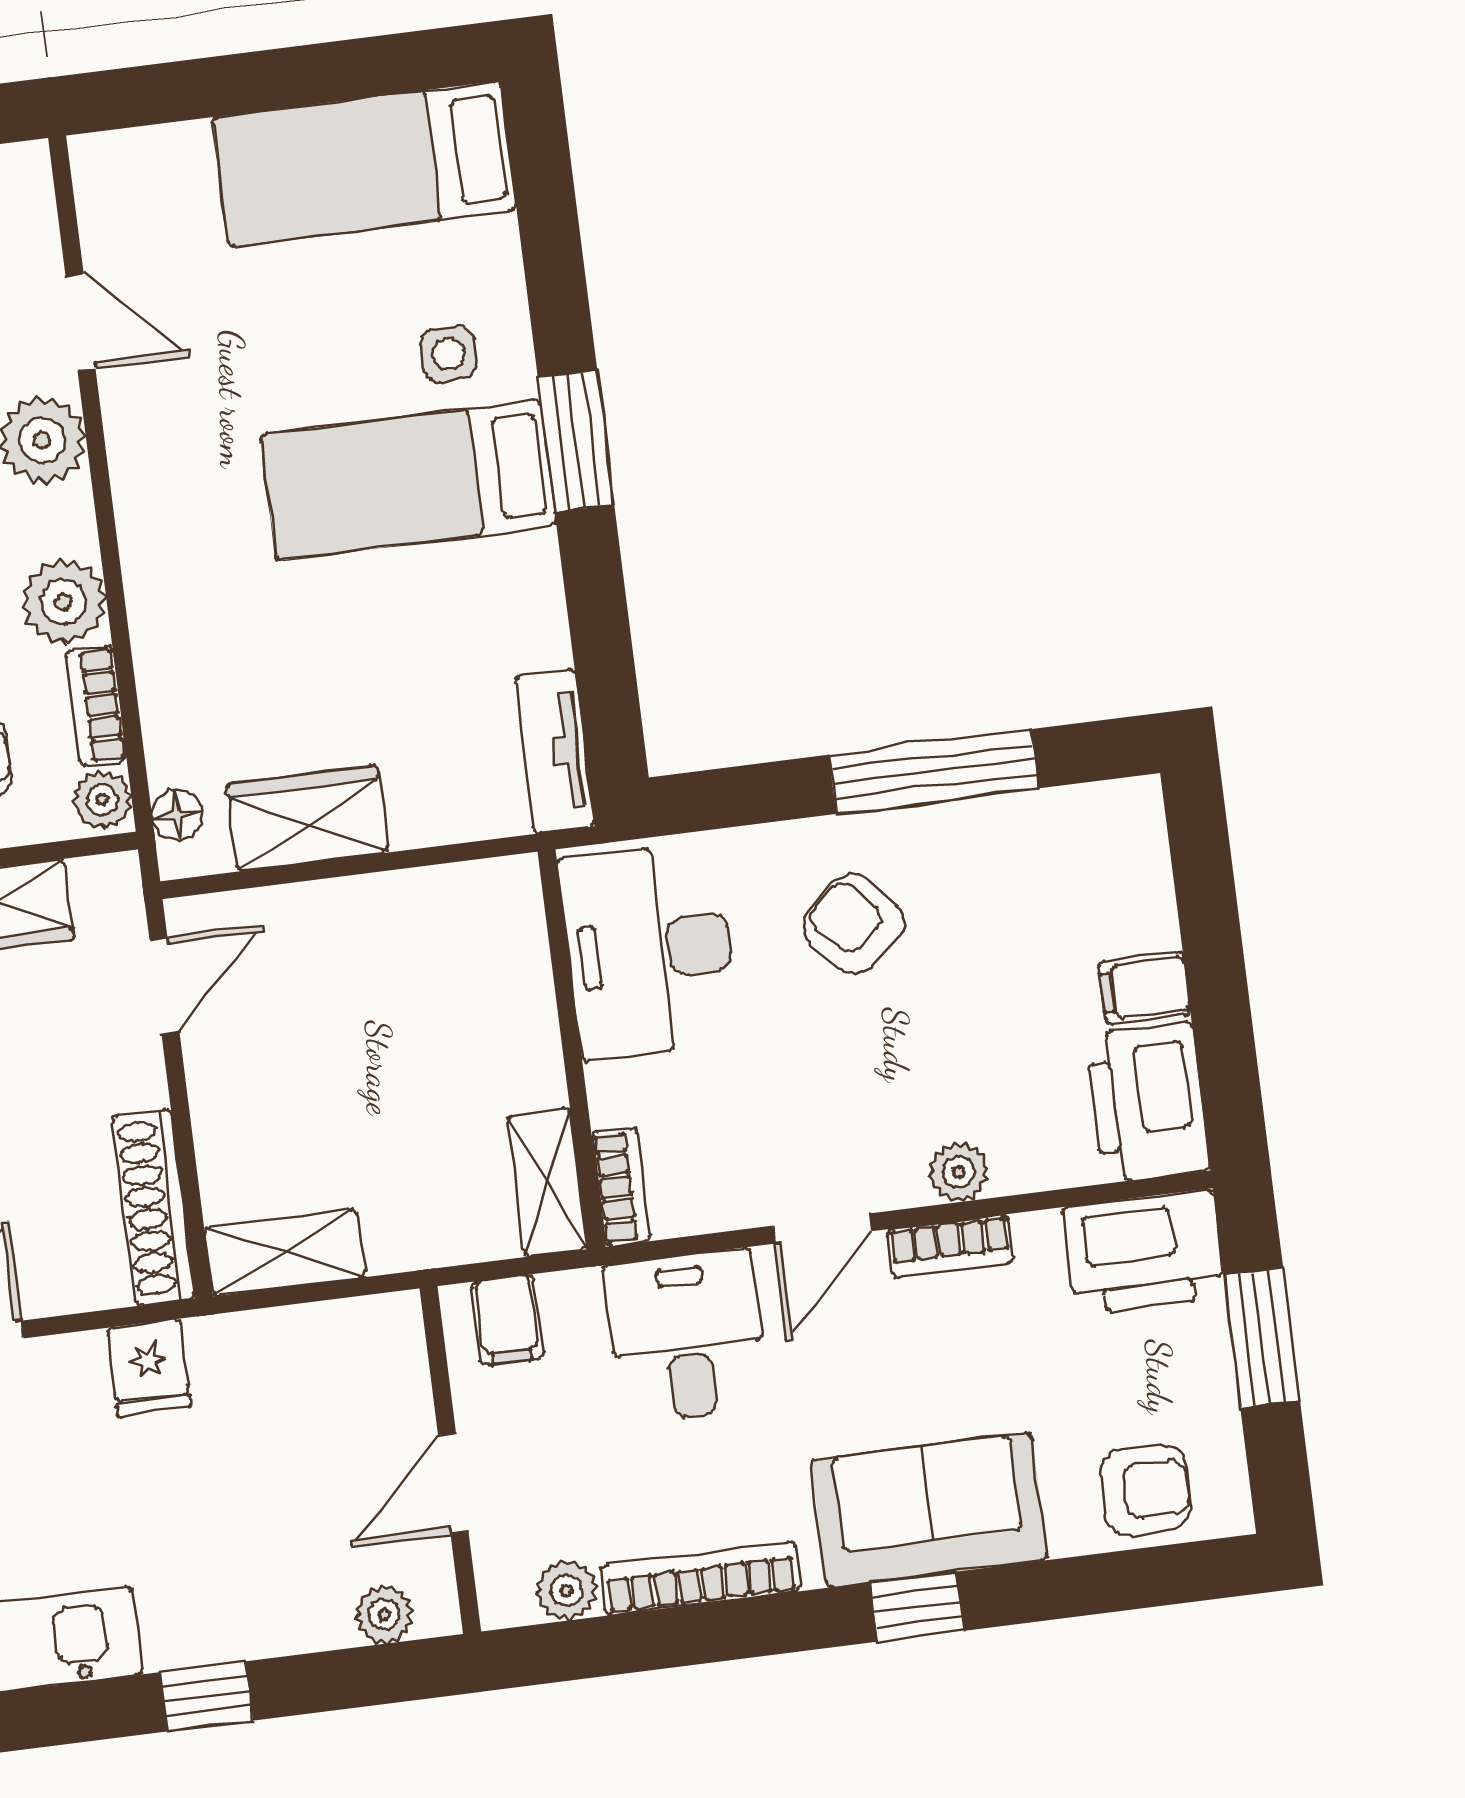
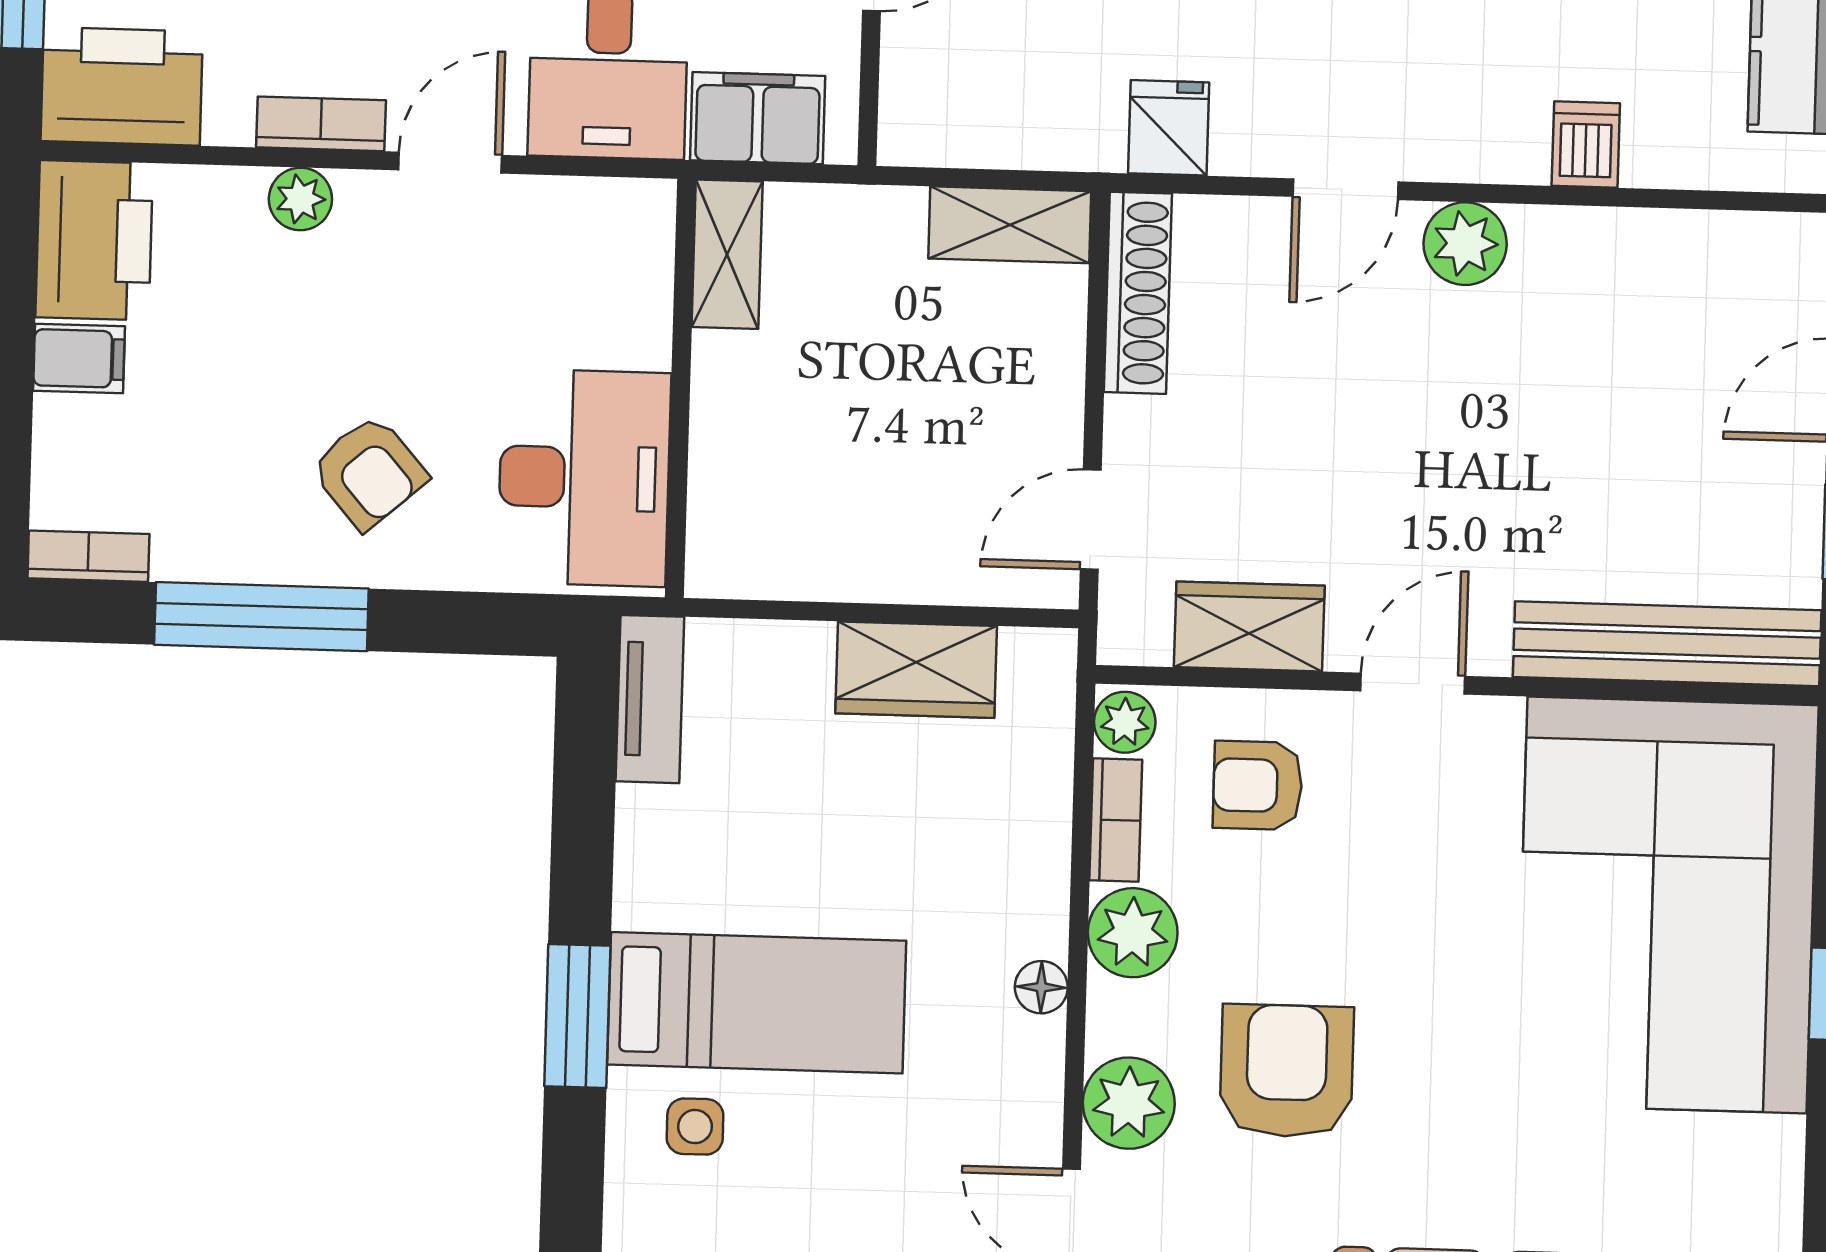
floor lamp: (177, 815) -> (1041, 987), moved
bookcase: (621, 1187) -> (88, 556), moved, turned 90
filing cabinet: (507, 1320) -> (758, 118), width x2.00

